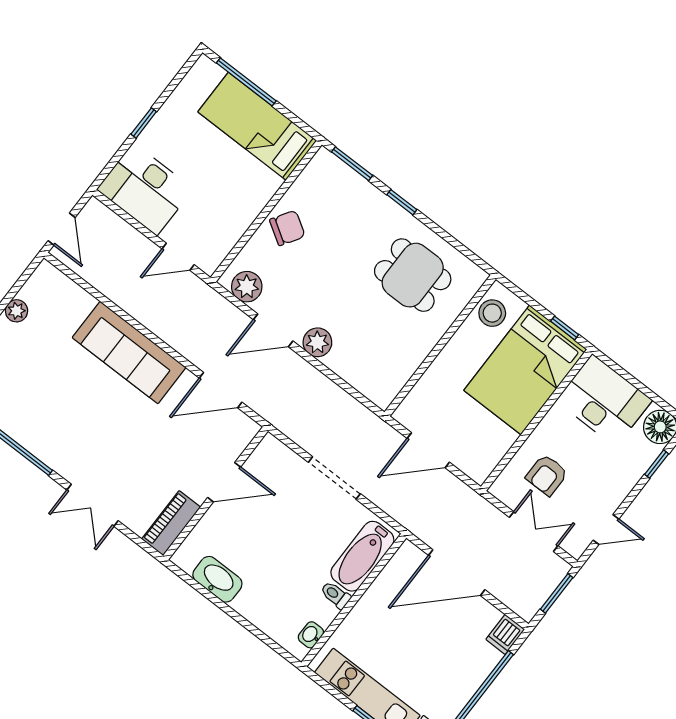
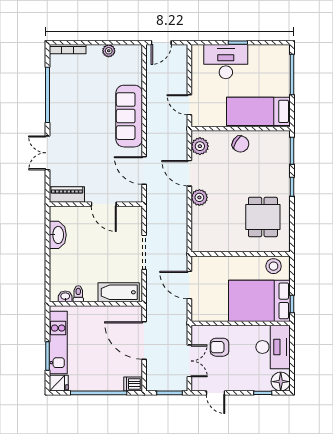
bed: (257, 126) -> (258, 111), moved, turned -90
desk: (145, 189) -> (226, 62), moved, turned 90
toilet: (336, 595) -> (78, 294), moved

